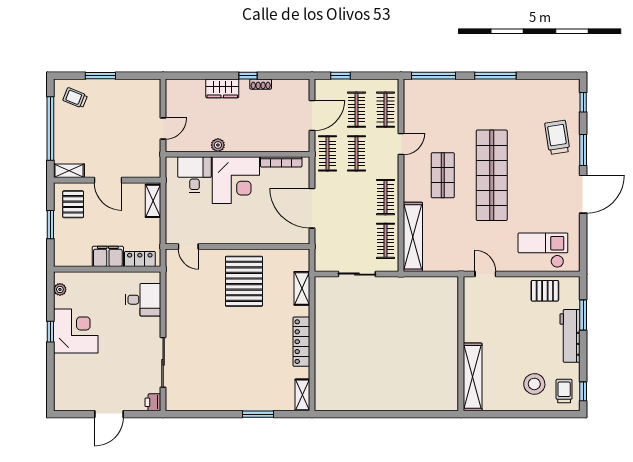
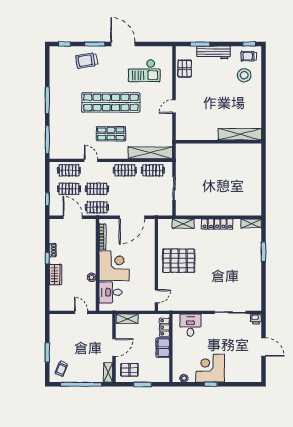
checkout: (543, 250) -> (144, 71), moved, turned -90
wall: (461, 344) -> (218, 142), moved
shelving: (473, 377) -> (240, 134), moved

